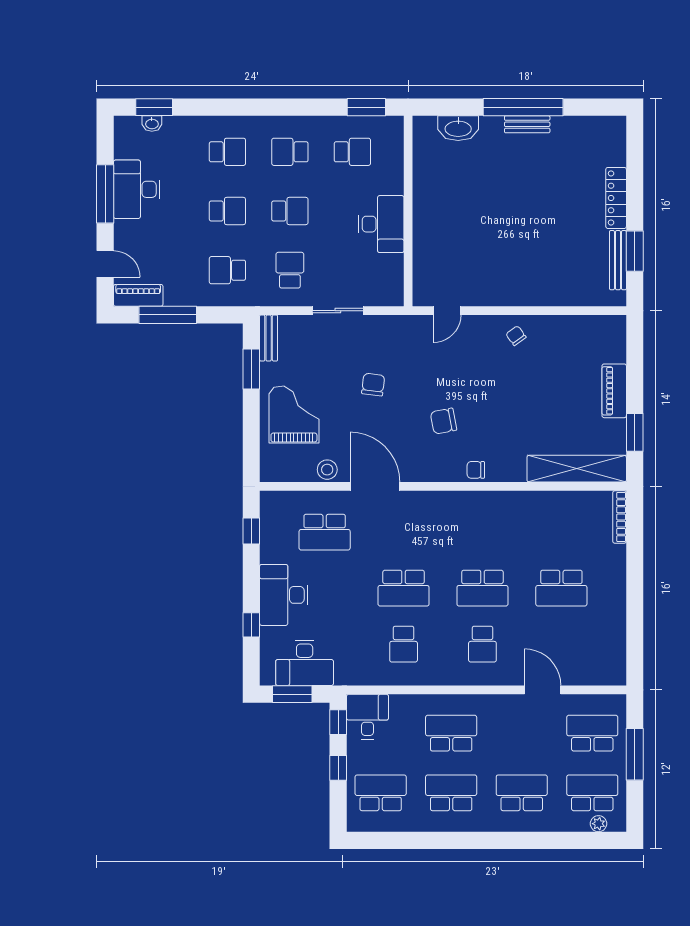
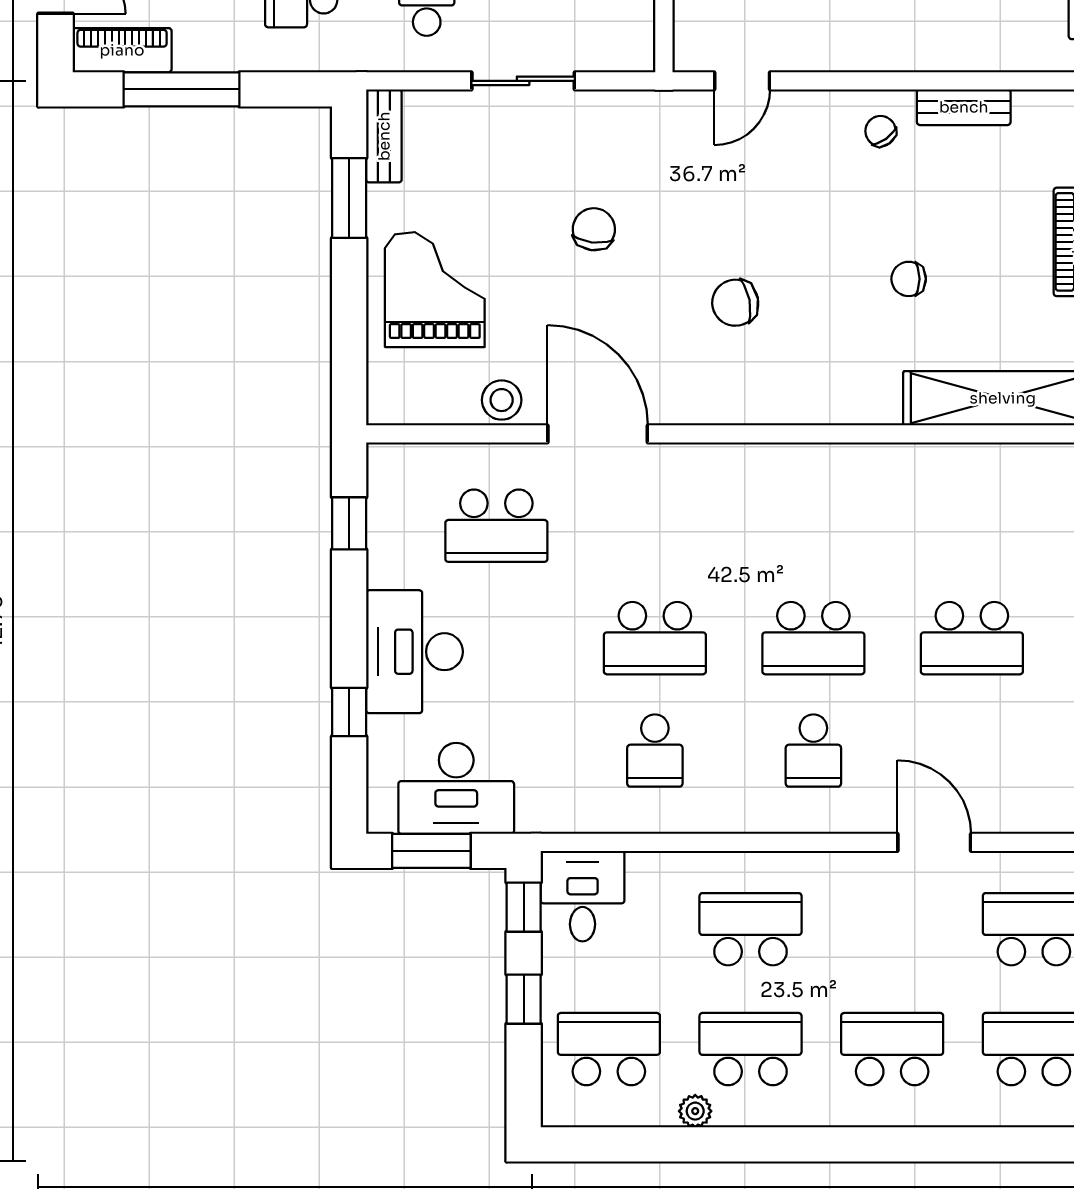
bench: (557, 324) -> (964, 107), added
chair: (476, 470) -> (909, 279), moved
plant: (599, 824) -> (695, 1111), moved

